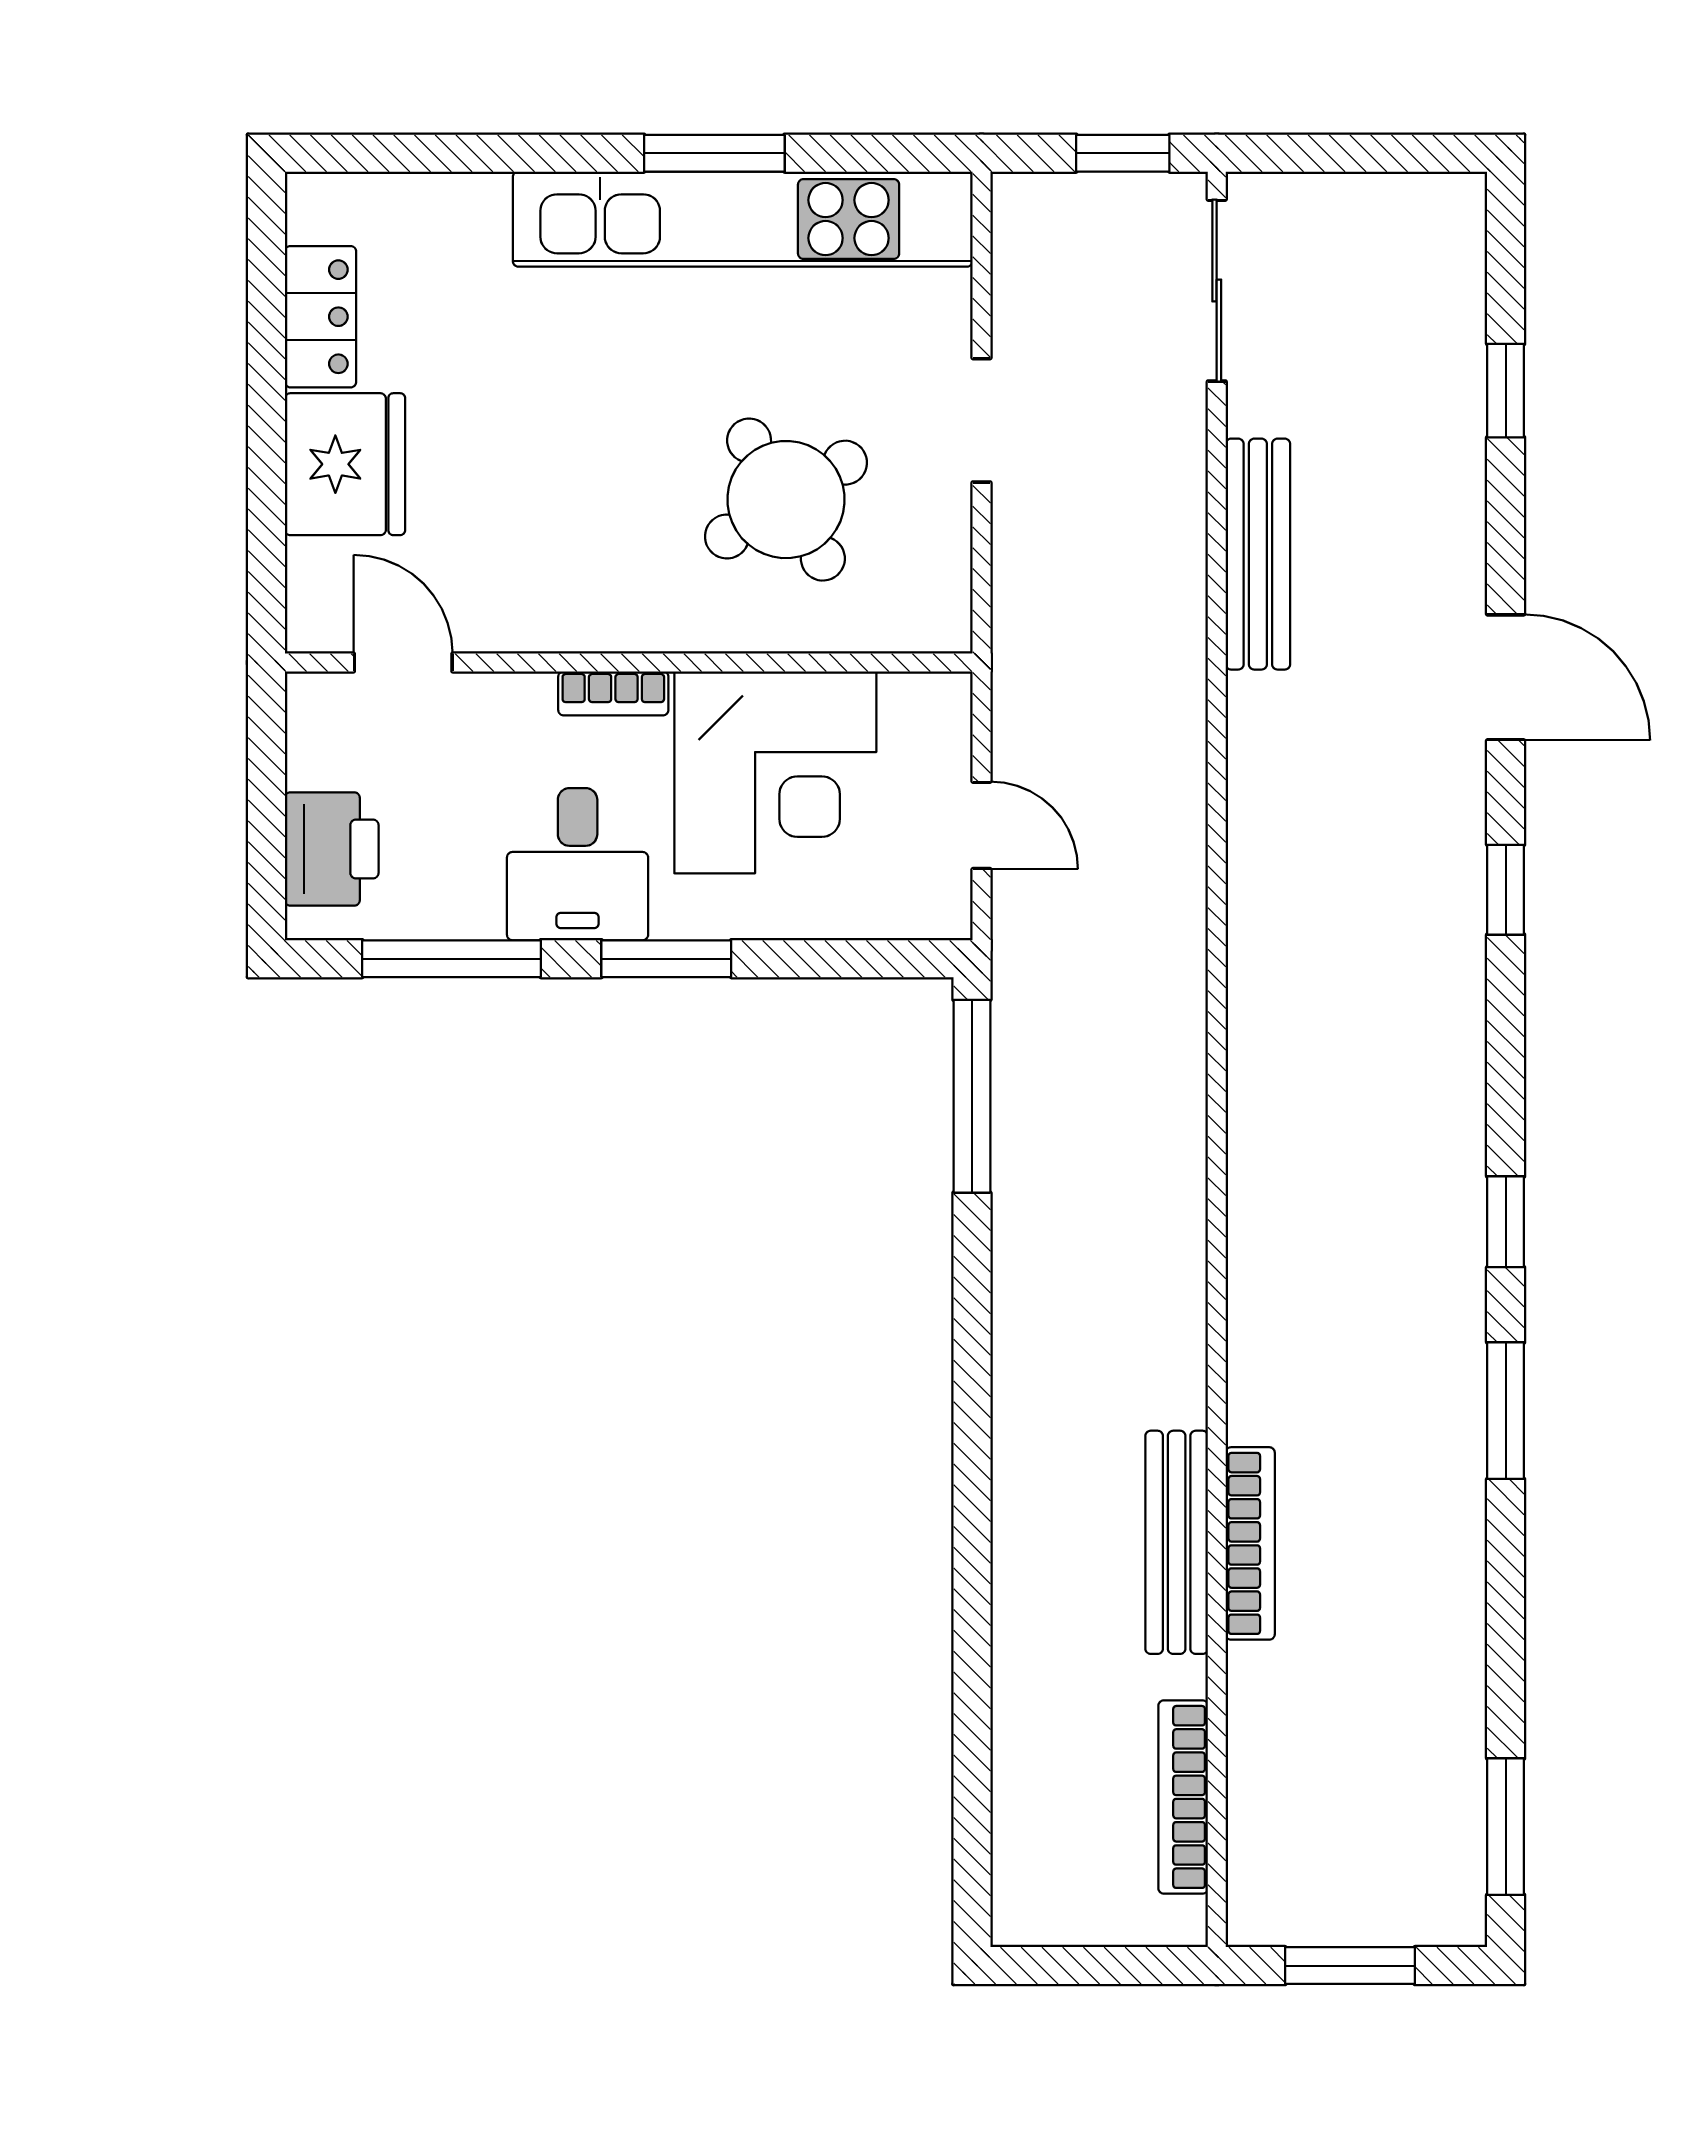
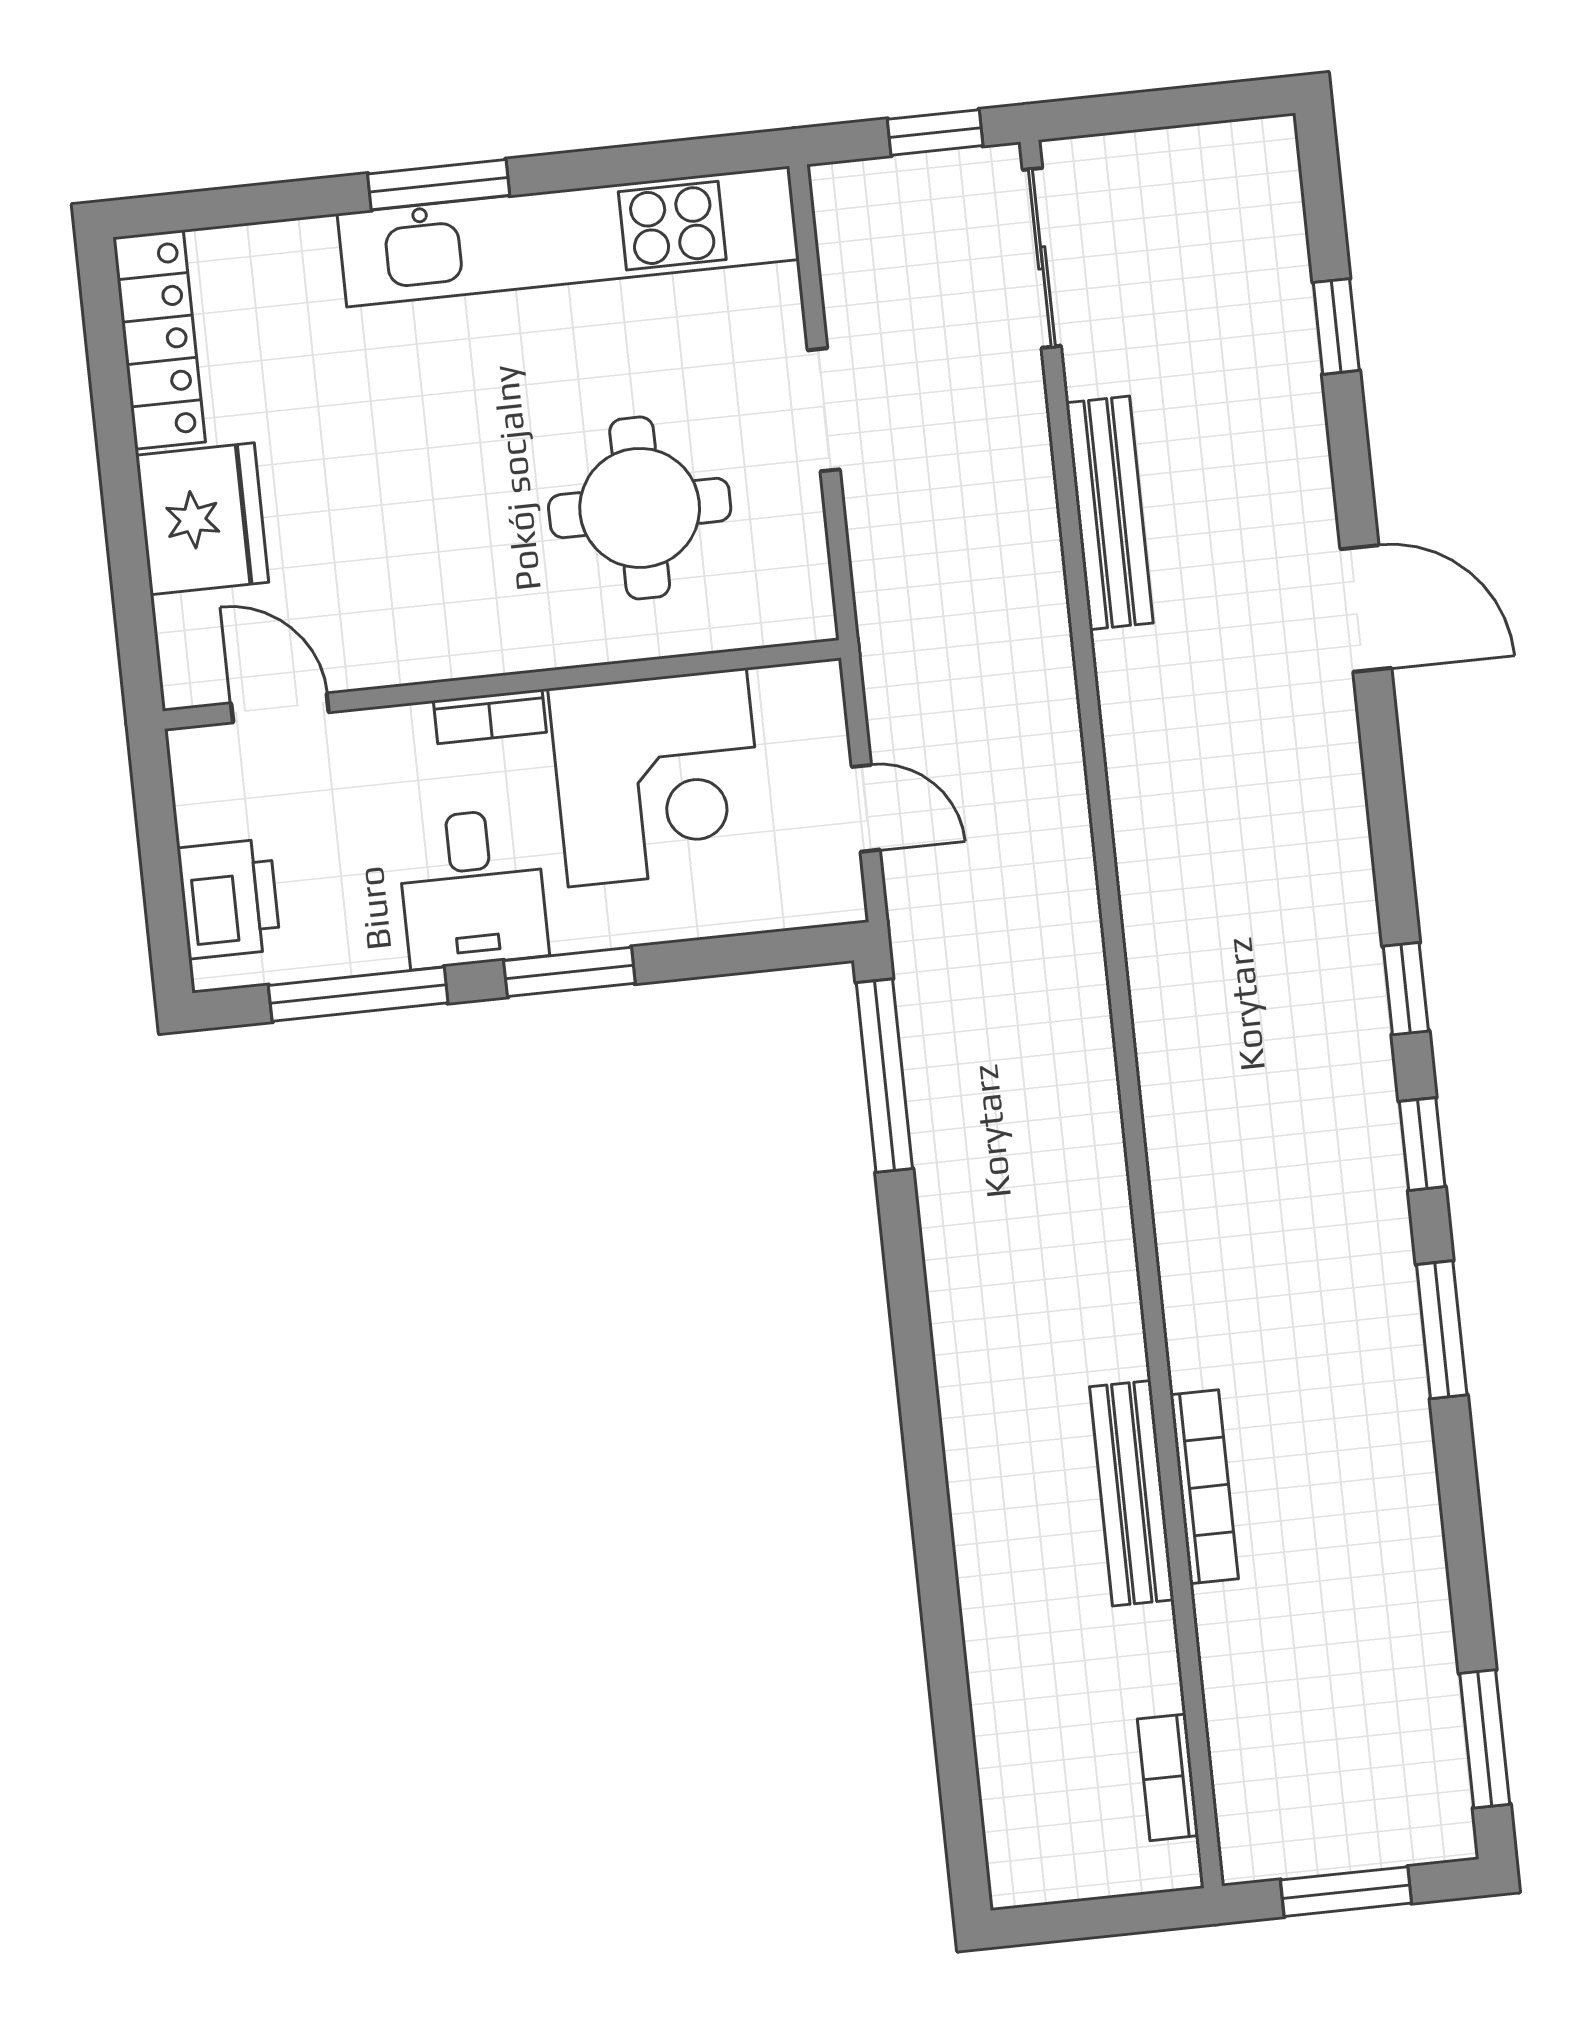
window: (714, 153) -> (439, 185), moved
locker: (321, 317) -> (159, 340), width x1.53
round table: (786, 500) -> (640, 508), turned 32
window: (1506, 890) -> (1406, 989), moved
bookcase: (1183, 1797) -> (1168, 1777), width x0.64

